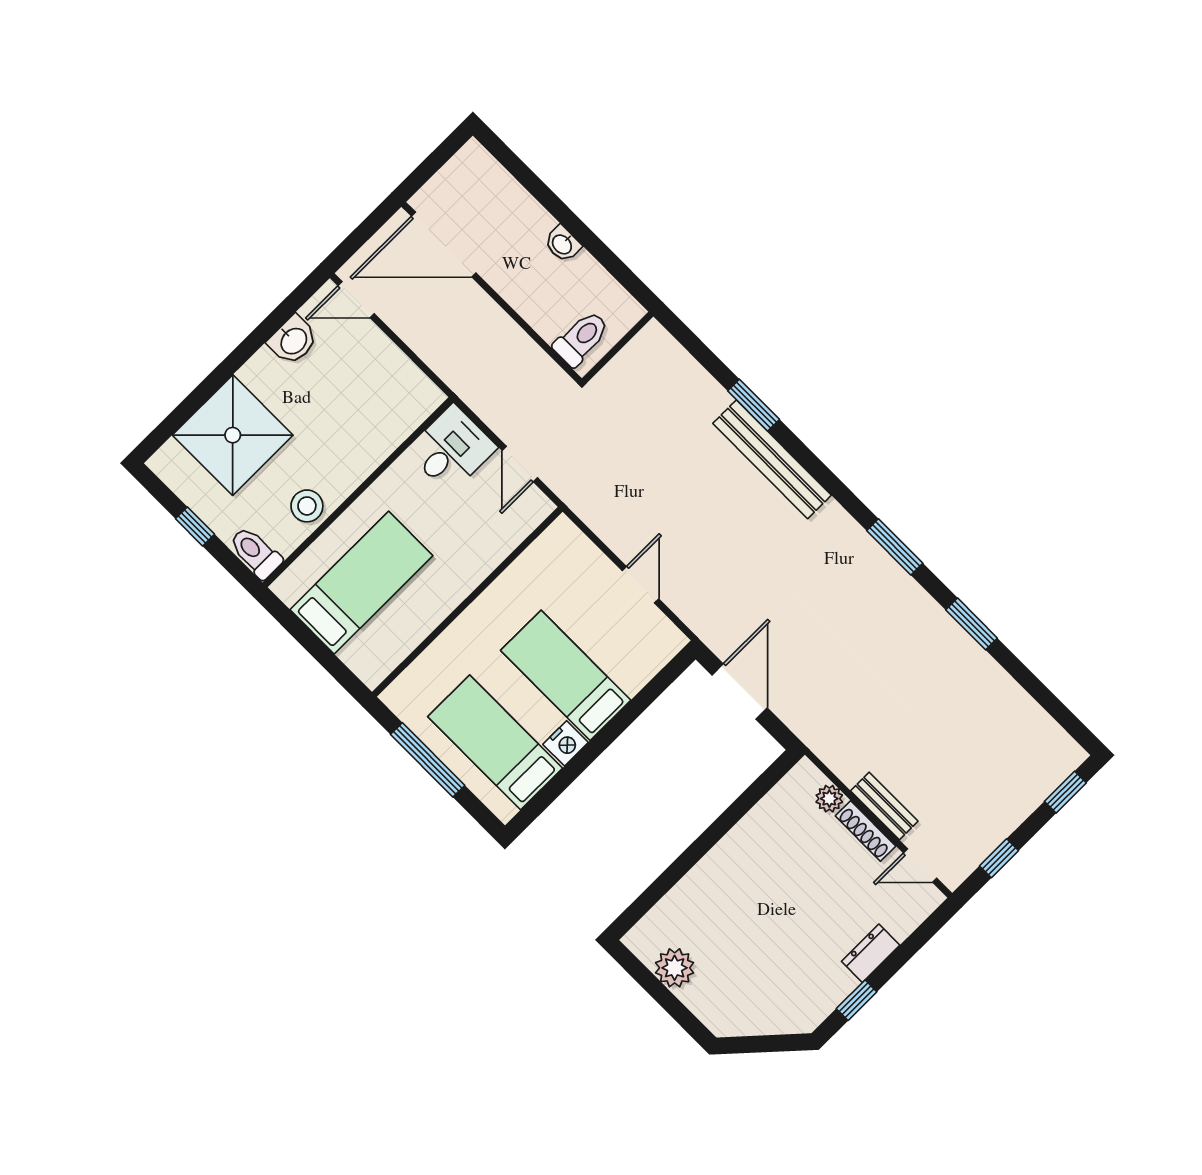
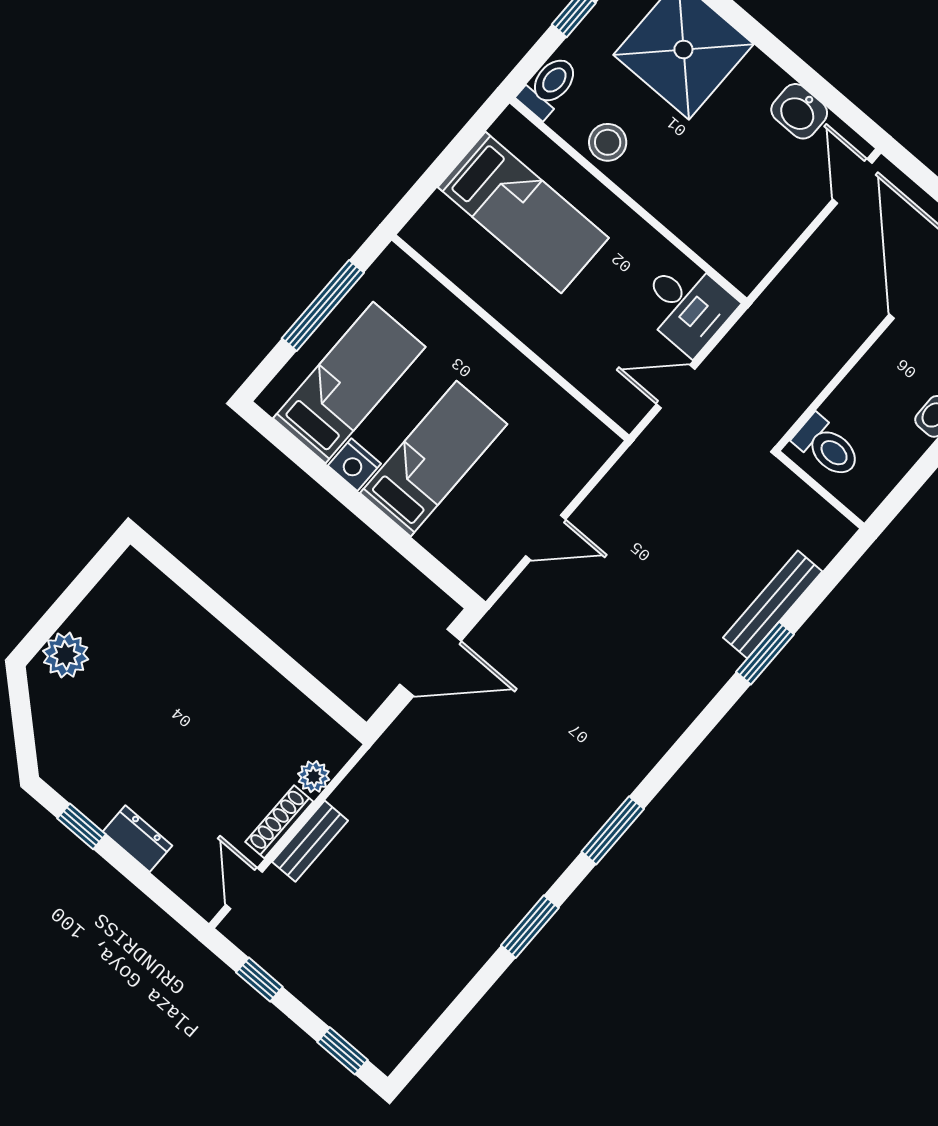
bench: (772, 459) -> (773, 605), moved, width x0.73, depth x0.82
plant: (675, 968) -> (66, 655), moved

